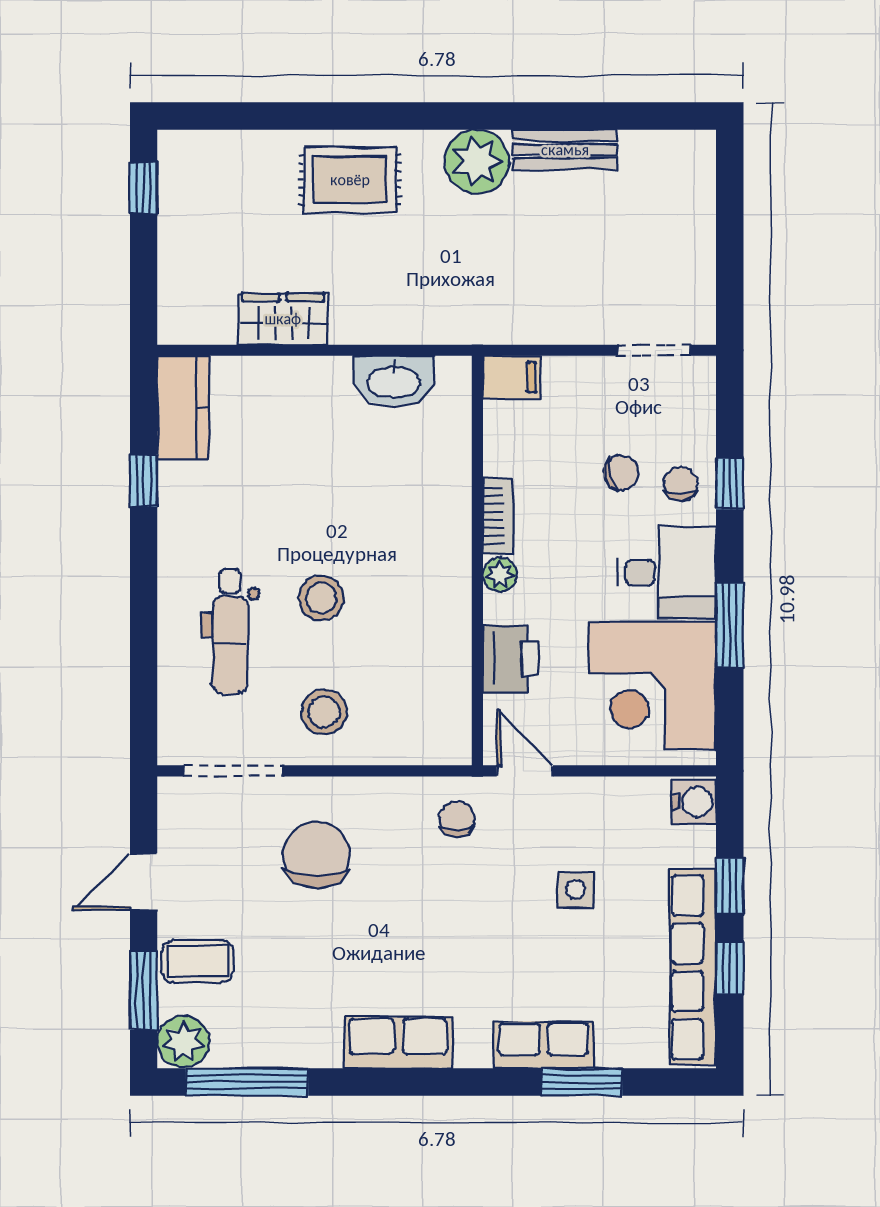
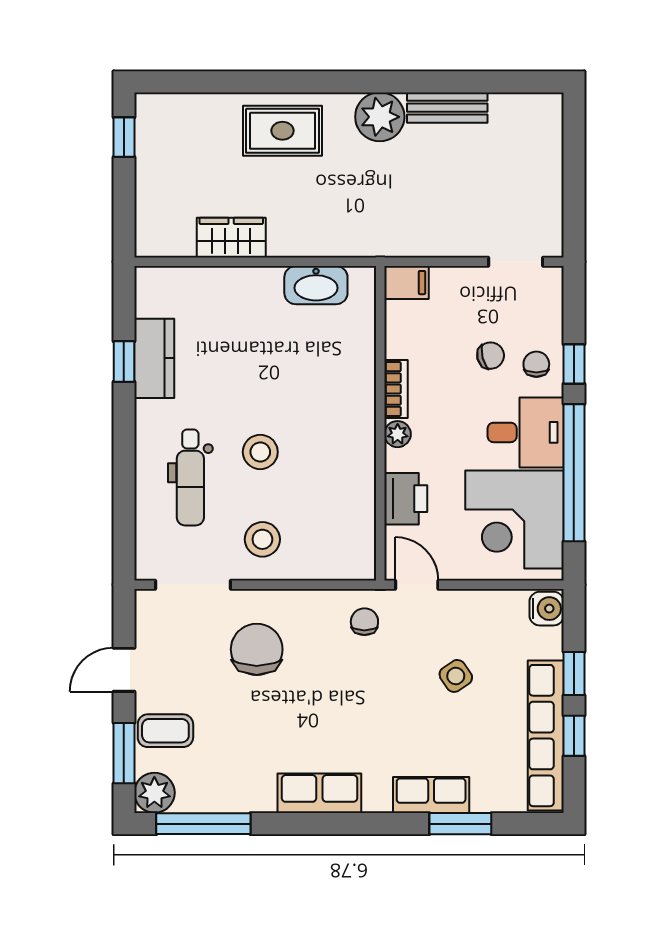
kitchen counter: (183, 408) -> (154, 358), moved
window: (730, 625) -> (574, 473), width x2.11
side table: (576, 890) -> (456, 676), turned -34

